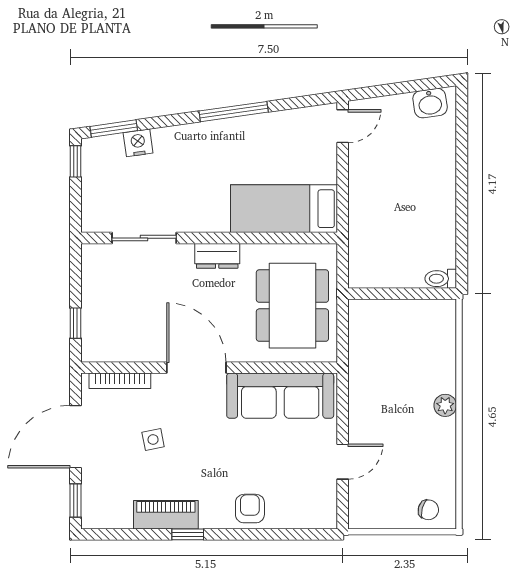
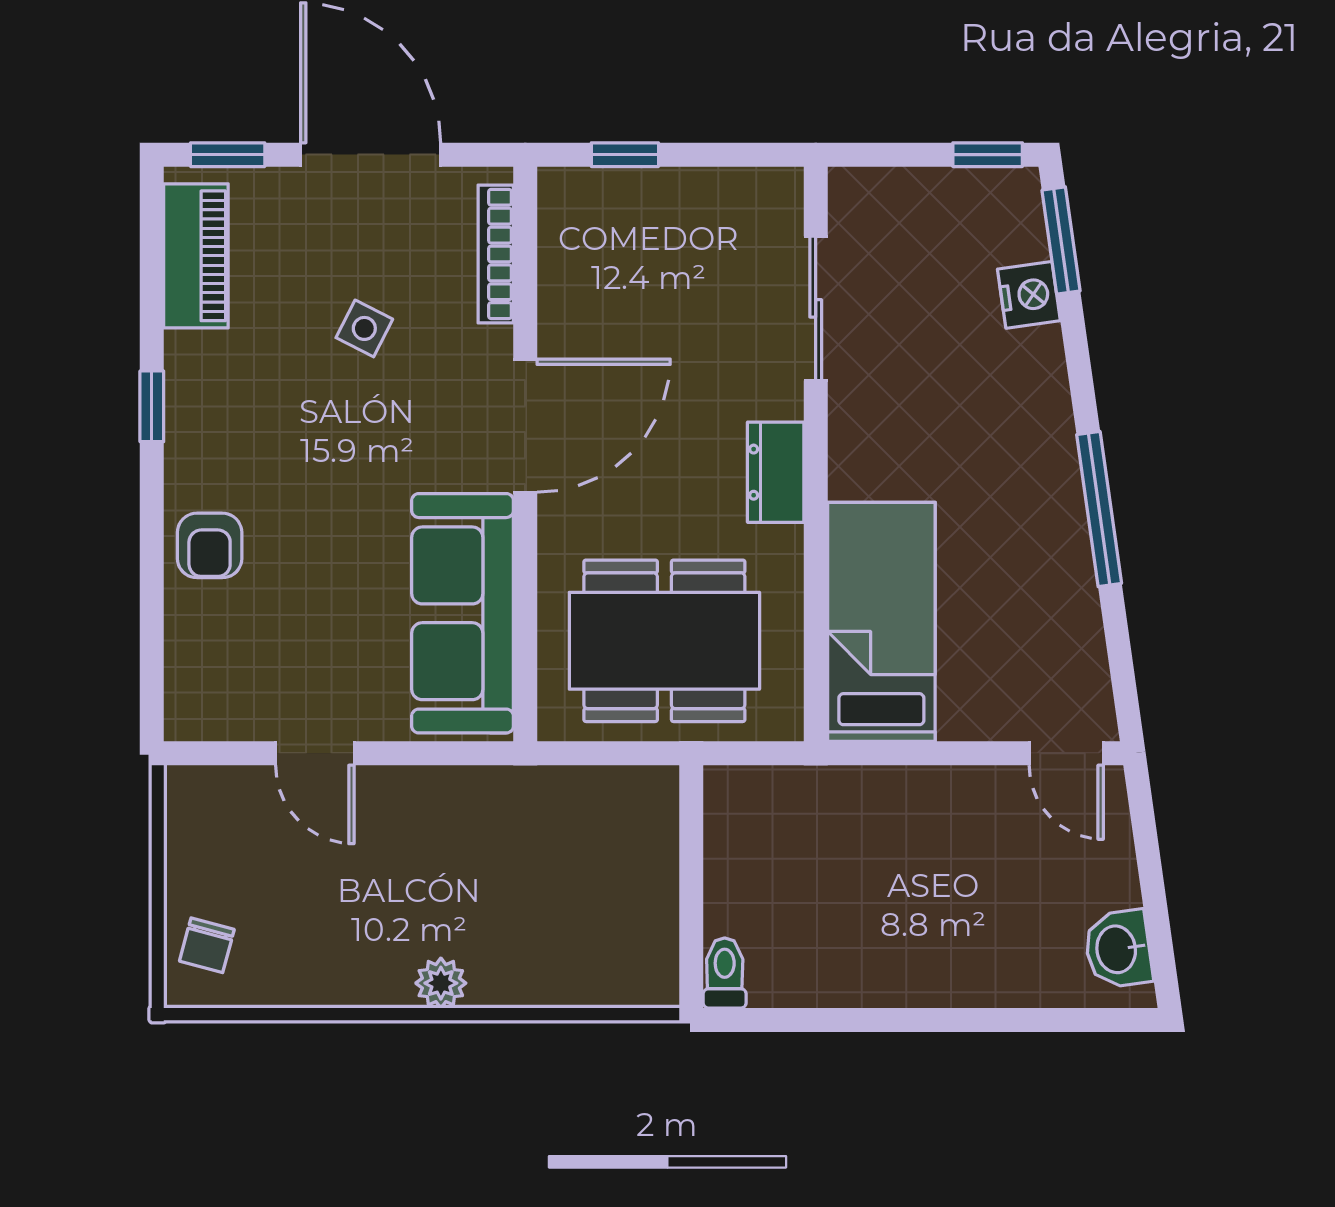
side table: (153, 439) -> (364, 328), turned 38
armchair: (250, 509) -> (210, 545), turned 90
piano: (166, 515) -> (196, 256), moved

